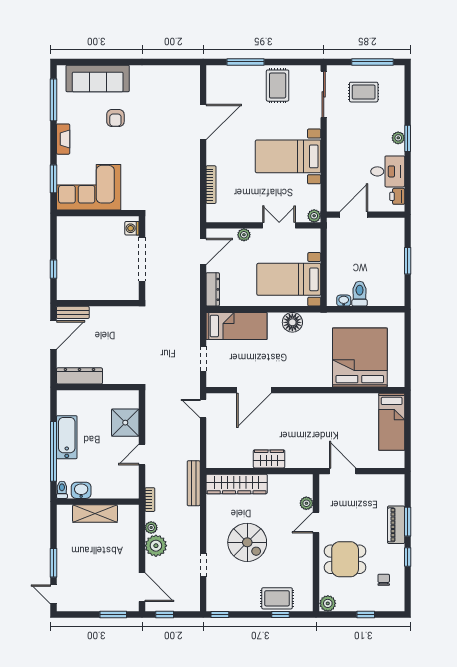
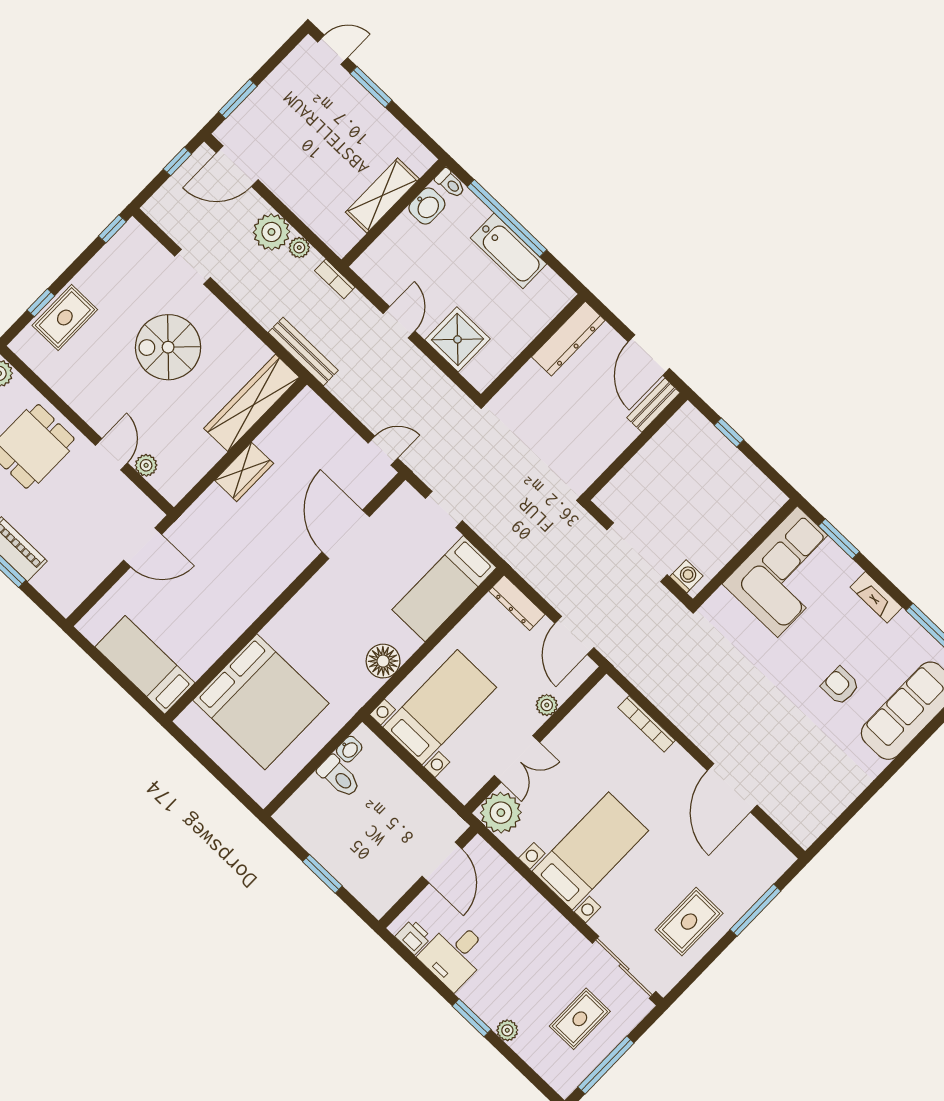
rug: (278, 86) -> (689, 922), turned 90
plant: (398, 138) -> (507, 1030), moved
plant: (314, 216) -> (501, 813), width x1.88, depth x1.88

